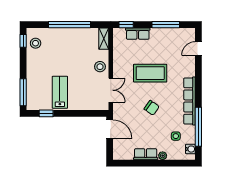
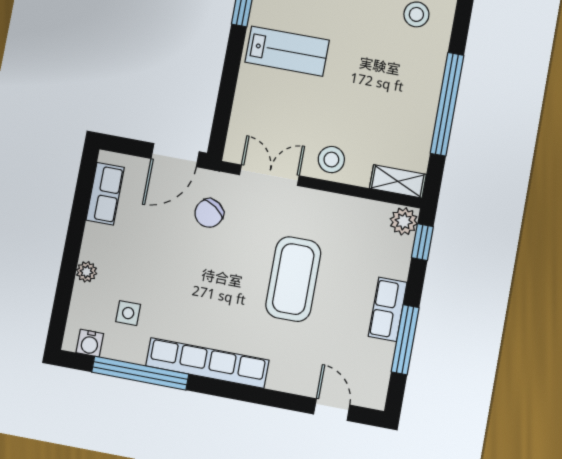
plant: (119, 34) -> (404, 221), added
row of seats: (138, 34) -> (388, 309), moved
double door: (111, 90) -> (269, 175), swing flipped
chair: (152, 108) -> (209, 213), moved
row of seats: (146, 154) -> (105, 194), moved

